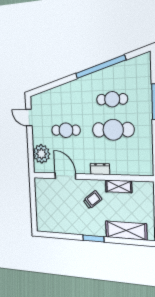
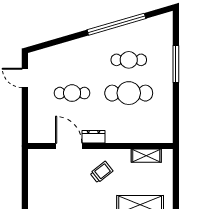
plant: (41, 154) -> (39, 120), removed
dresser: (100, 169) -> (93, 137), moved
shelving: (119, 186) -> (146, 156), moved

